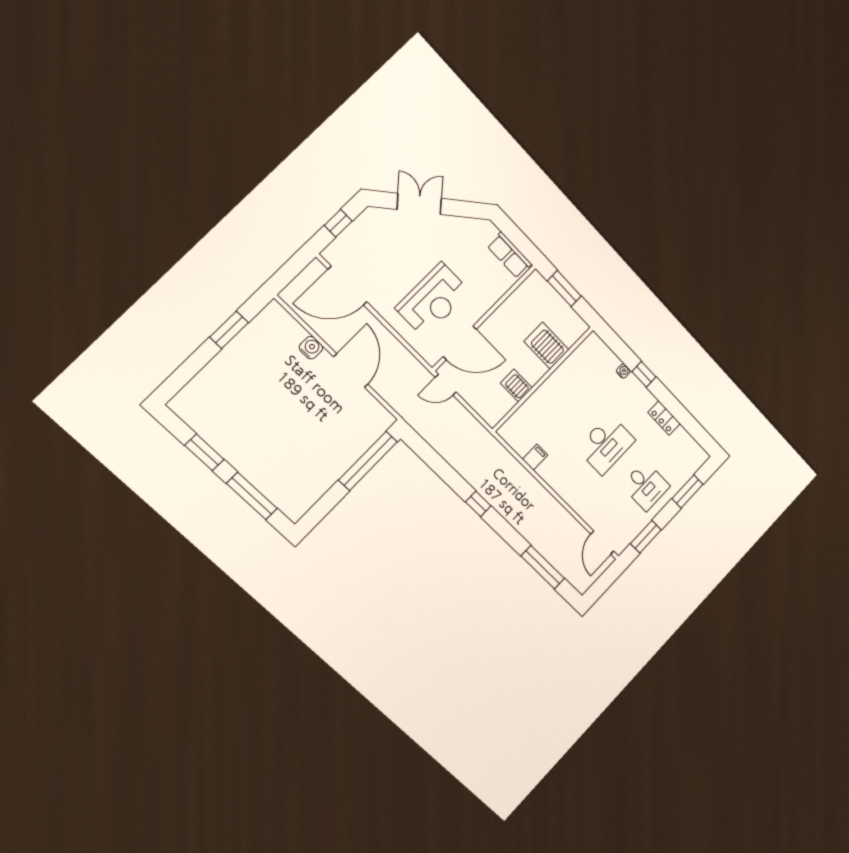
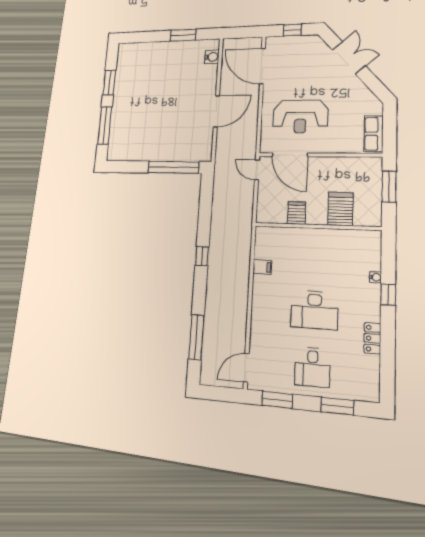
water cooler: (311, 348) -> (212, 57), moved

